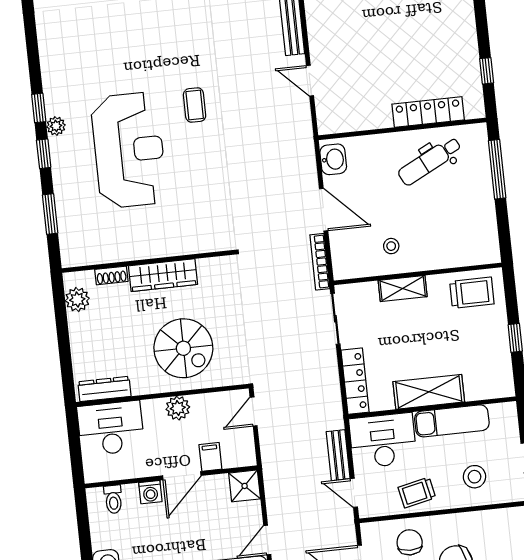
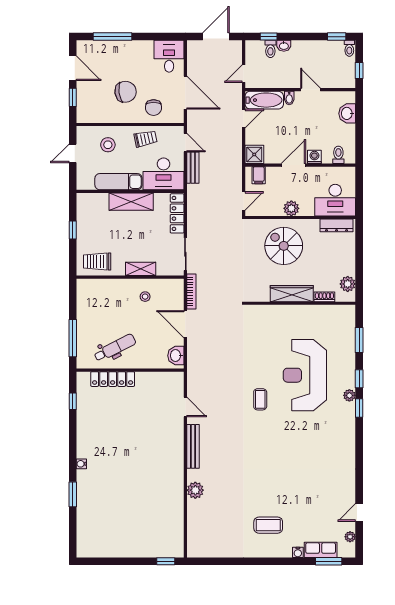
filing cabinet: (210, 457) -> (259, 175), moved

